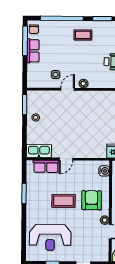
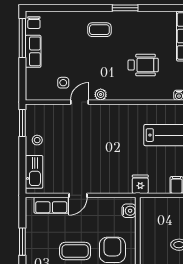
window: (62, 18) -> (71, 8), removed
kitchen sink: (39, 151) -> (34, 172), moved, turned 90

